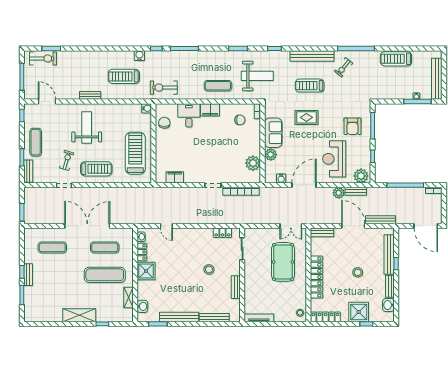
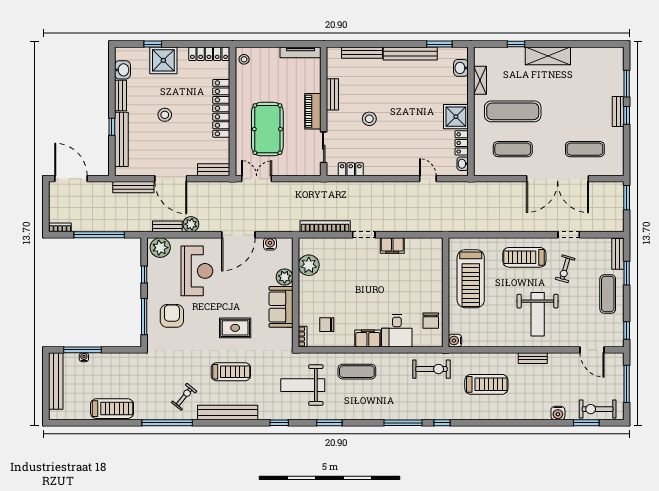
water cooler: (139, 56) -> (558, 413), moved
filing cabinet: (175, 177) -> (392, 246), moved
double door: (87, 226) -> (558, 179), moved
piano: (250, 275) -> (313, 111), added

